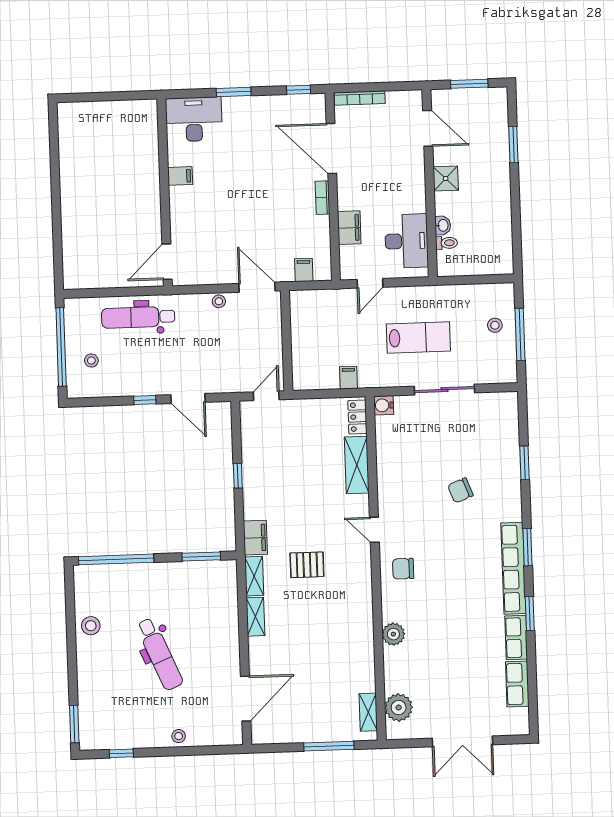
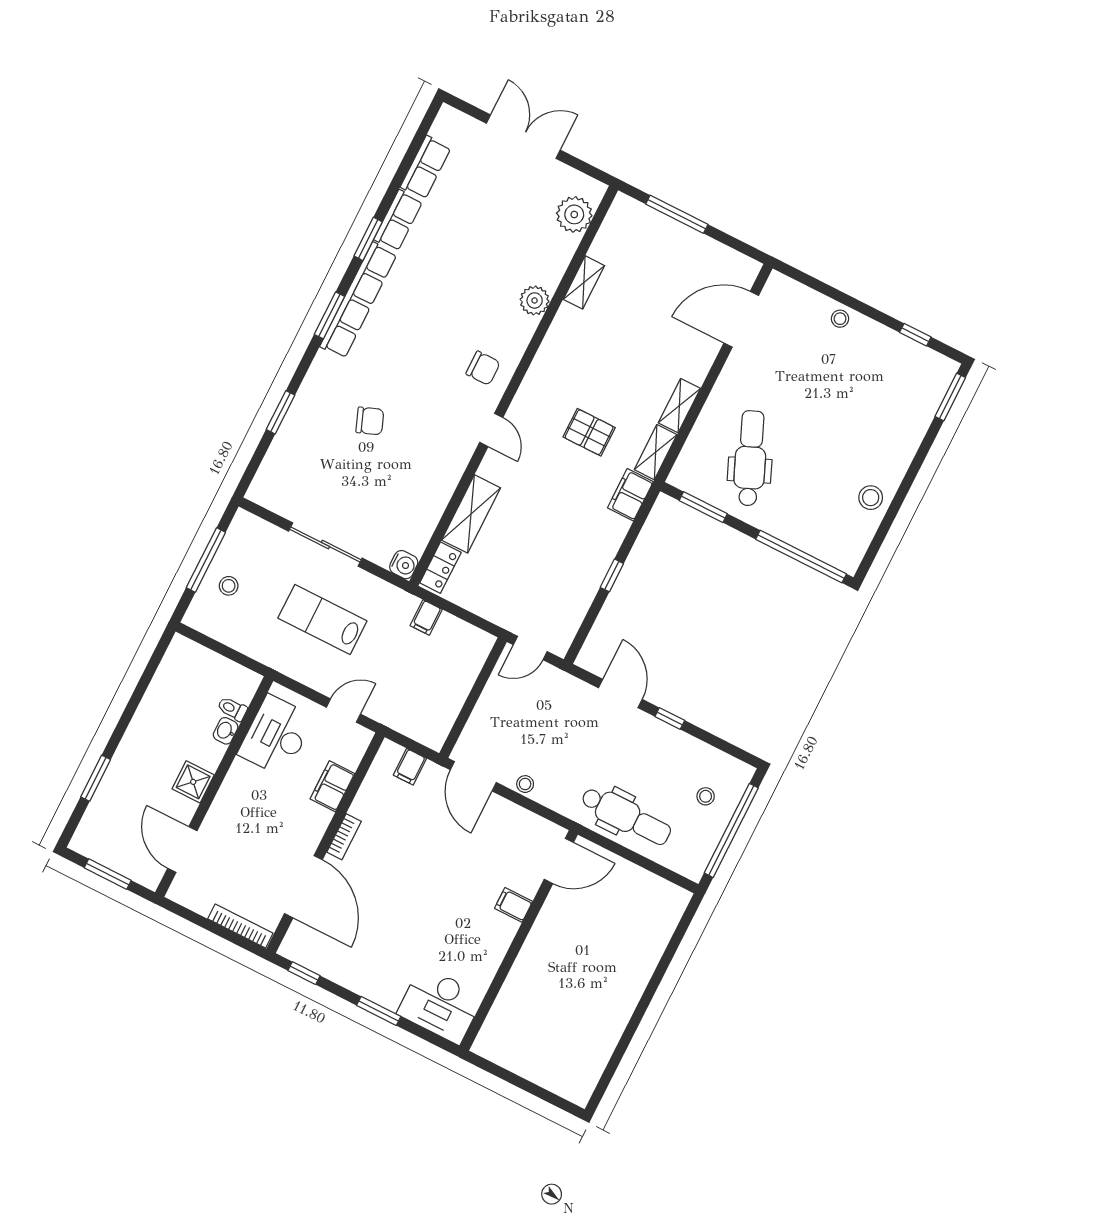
filing cabinet: (180, 176) -> (514, 905), moved
dental chair: (160, 654) -> (750, 458), moved
shelving: (368, 712) -> (584, 282), moved

